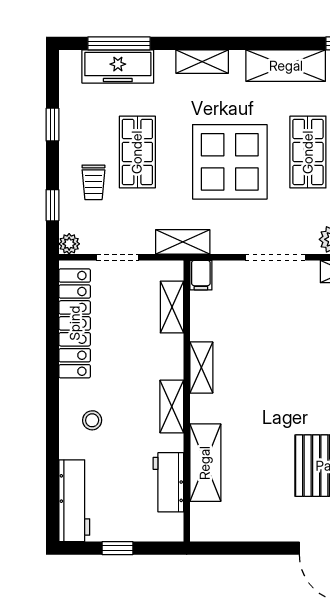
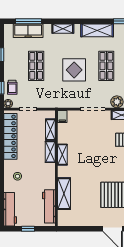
display table: (230, 162) -> (74, 70), width x0.73, depth x0.73
trolley: (93, 182) -> (12, 87), moved
shelving: (183, 242) -> (55, 103), removed
shelving: (172, 407) -> (50, 152), moved
workbench: (168, 482) -> (49, 206), width x1.38

